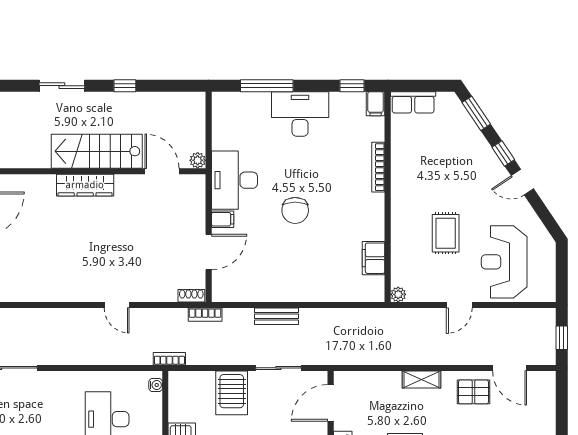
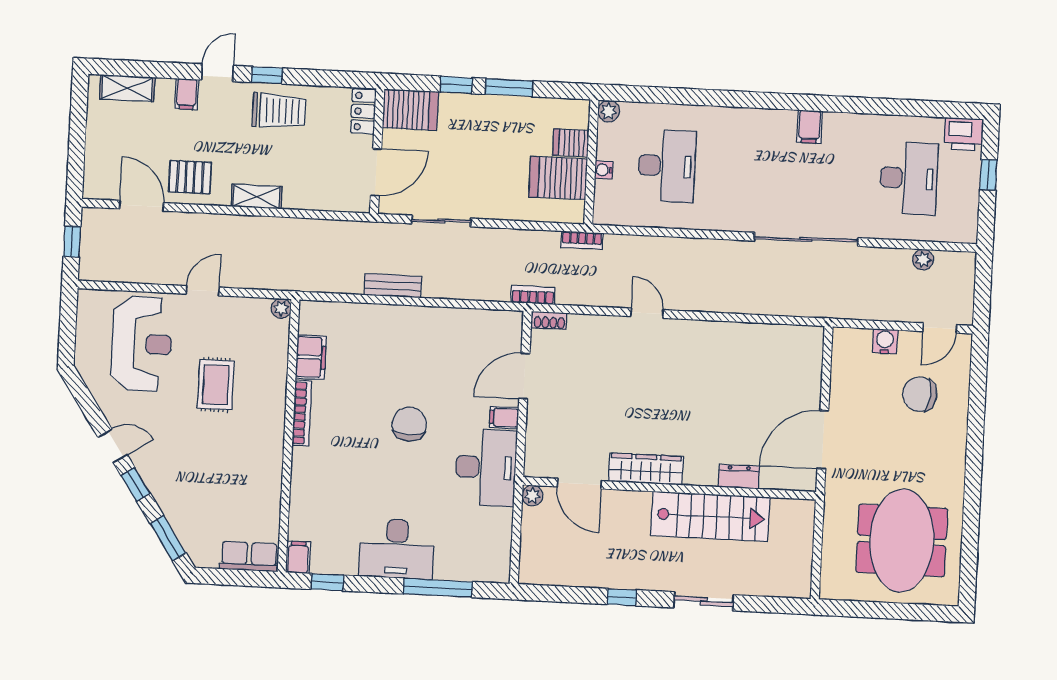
stairs: (97, 151) -> (710, 516), moved
bookcase: (378, 167) -> (302, 413), moved
dresser: (40, 183) -> (739, 477), added
wardrobe: (85, 185) -> (646, 469), moved
bench: (277, 316) -> (393, 286), moved
water cooler: (156, 385) -> (604, 170), moved
server rack: (232, 393) -> (558, 178), moved, turned -90

